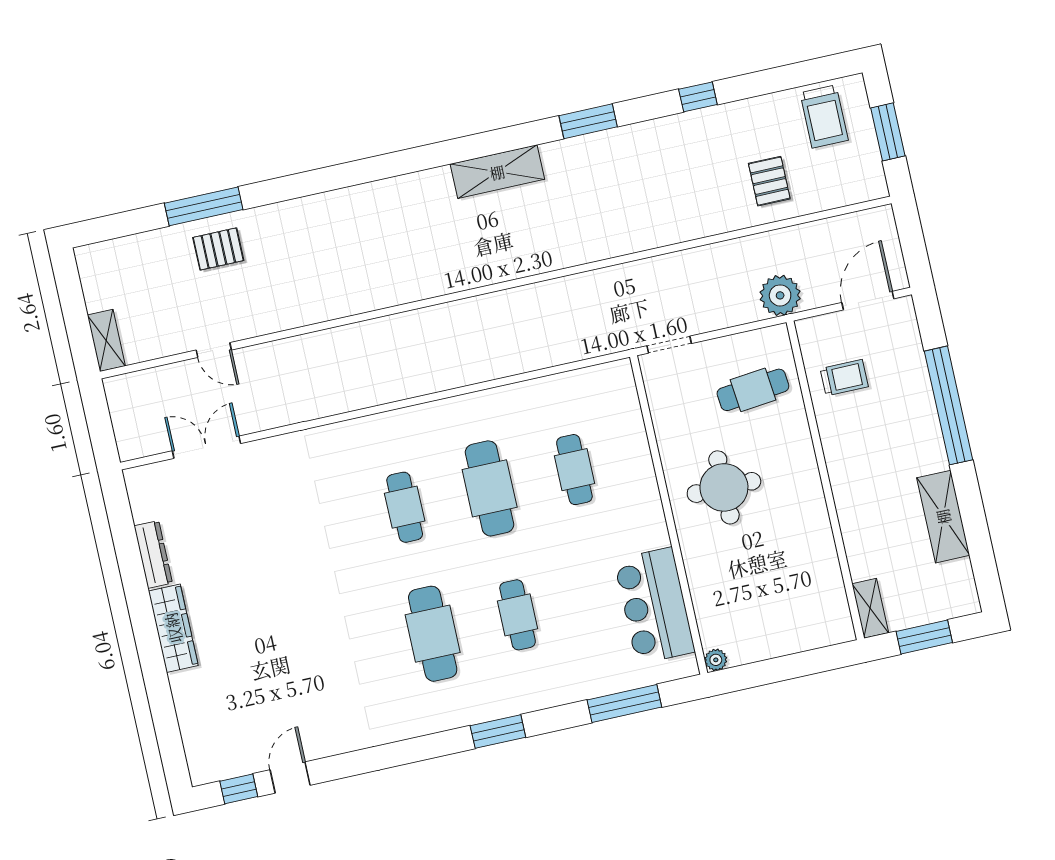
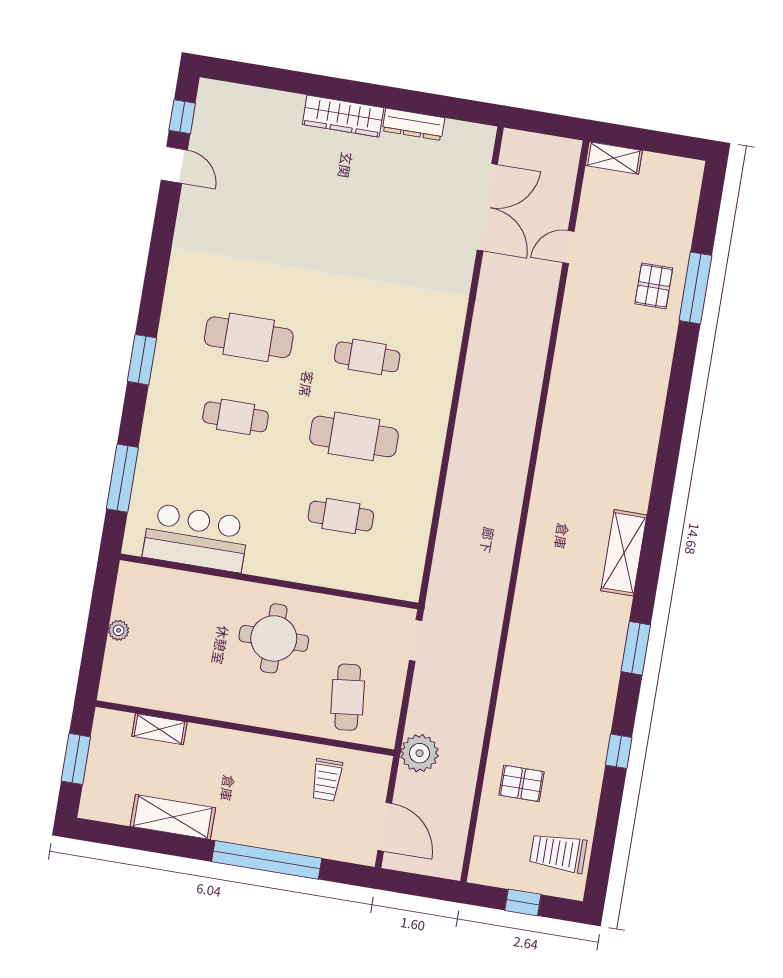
window: (888, 132) -> (523, 902), width x0.67
double door: (206, 447) -> (487, 207), width x1.37
shelving: (870, 608) -> (159, 729), moved
plant: (716, 660) -> (119, 630), moved

